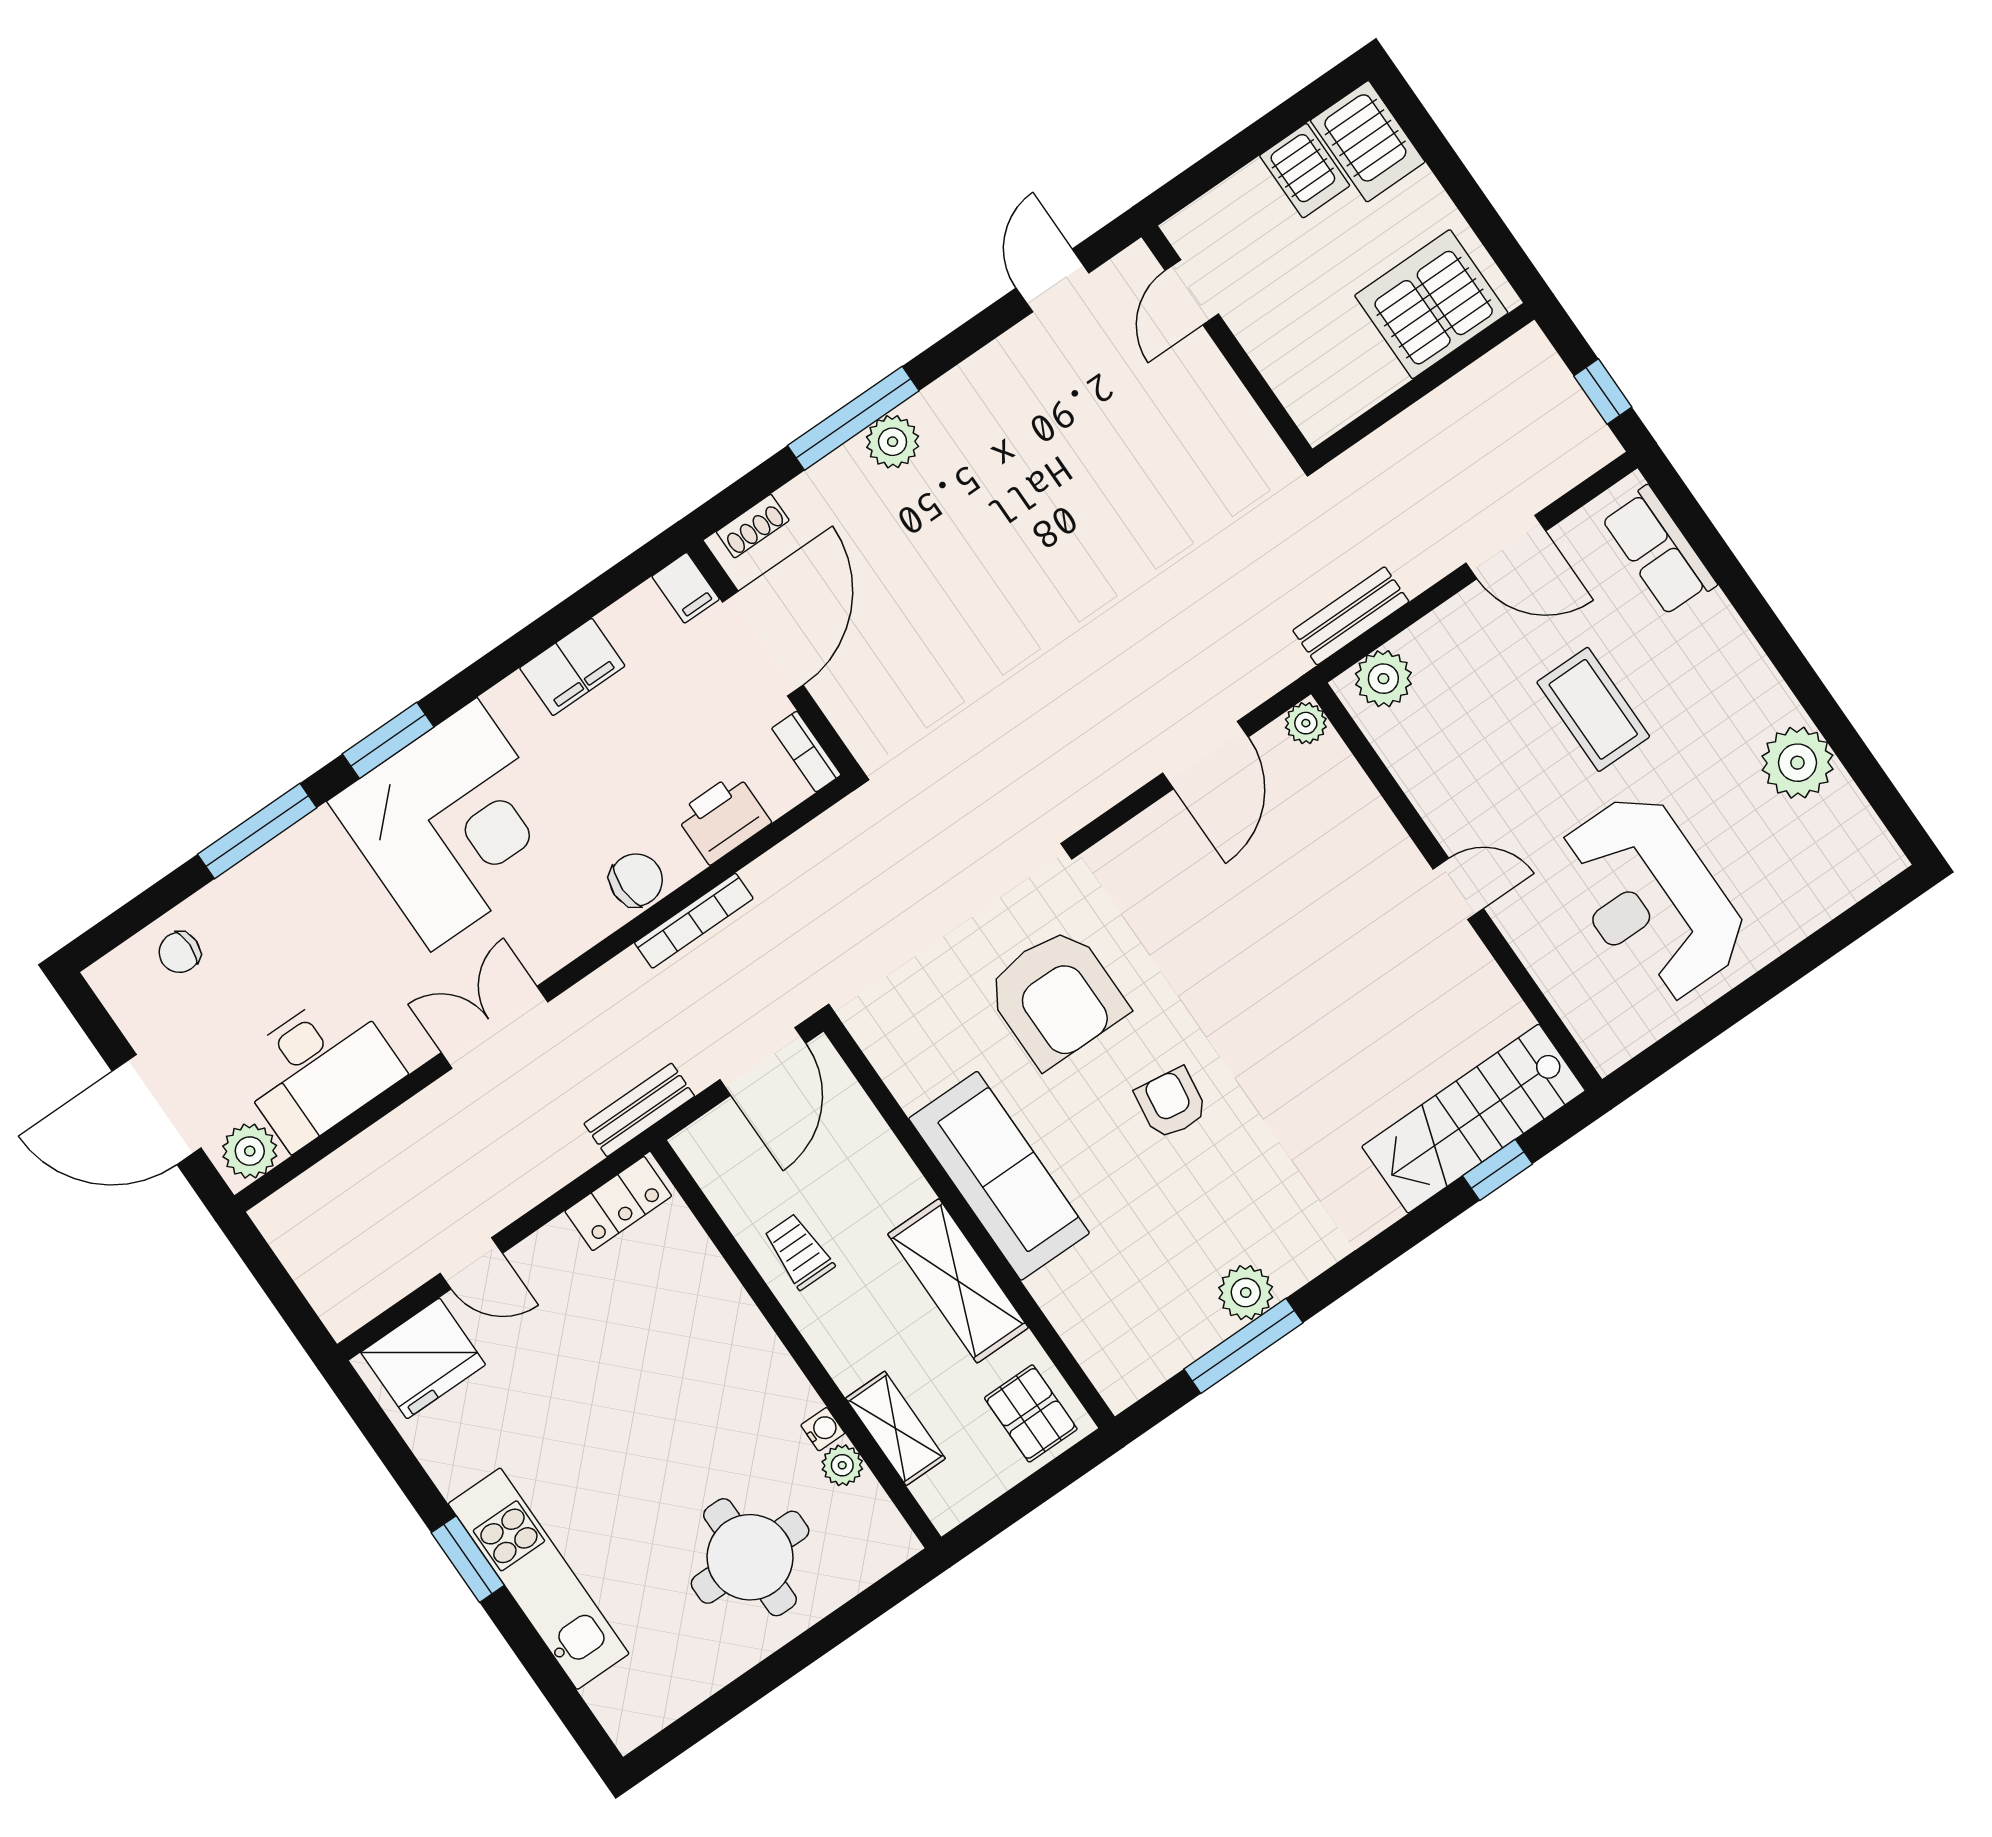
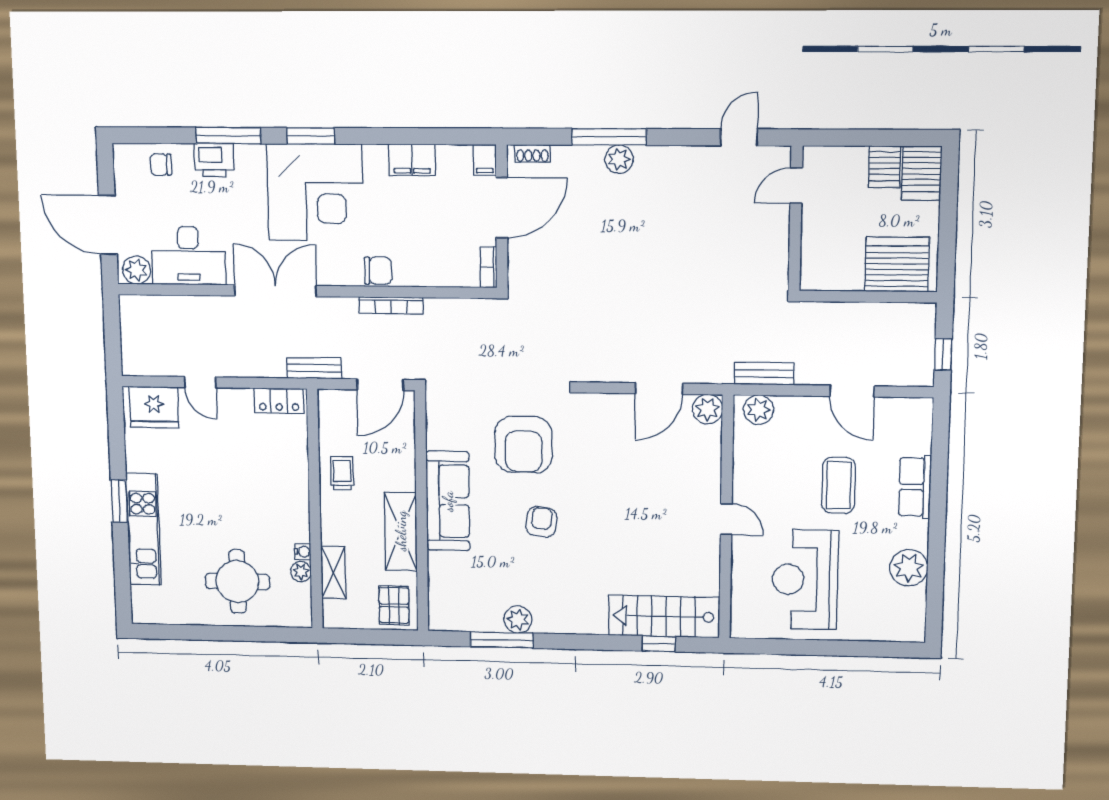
row of seats: (1659, 551) -> (915, 487), moved
plant: (1306, 723) -> (708, 409), width x1.38, depth x1.38
printer: (723, 818) -> (214, 160), moved, turned 180
double door: (494, 1027) -> (275, 291), width x1.37

